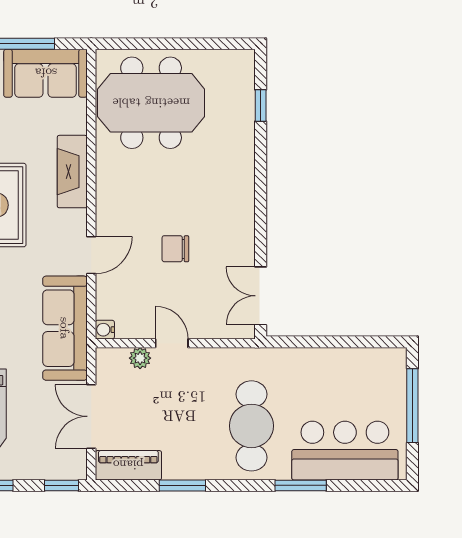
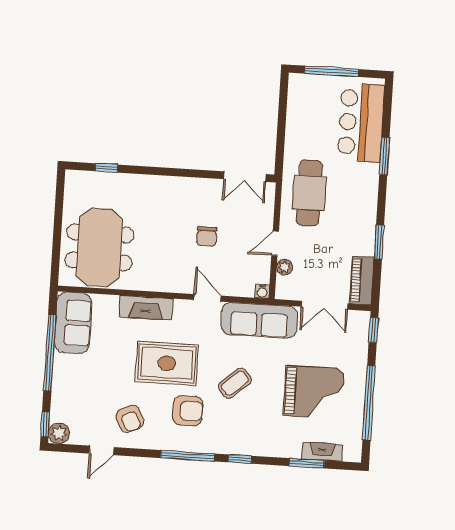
cafe table: (251, 426) -> (309, 193), moved, turned 90

